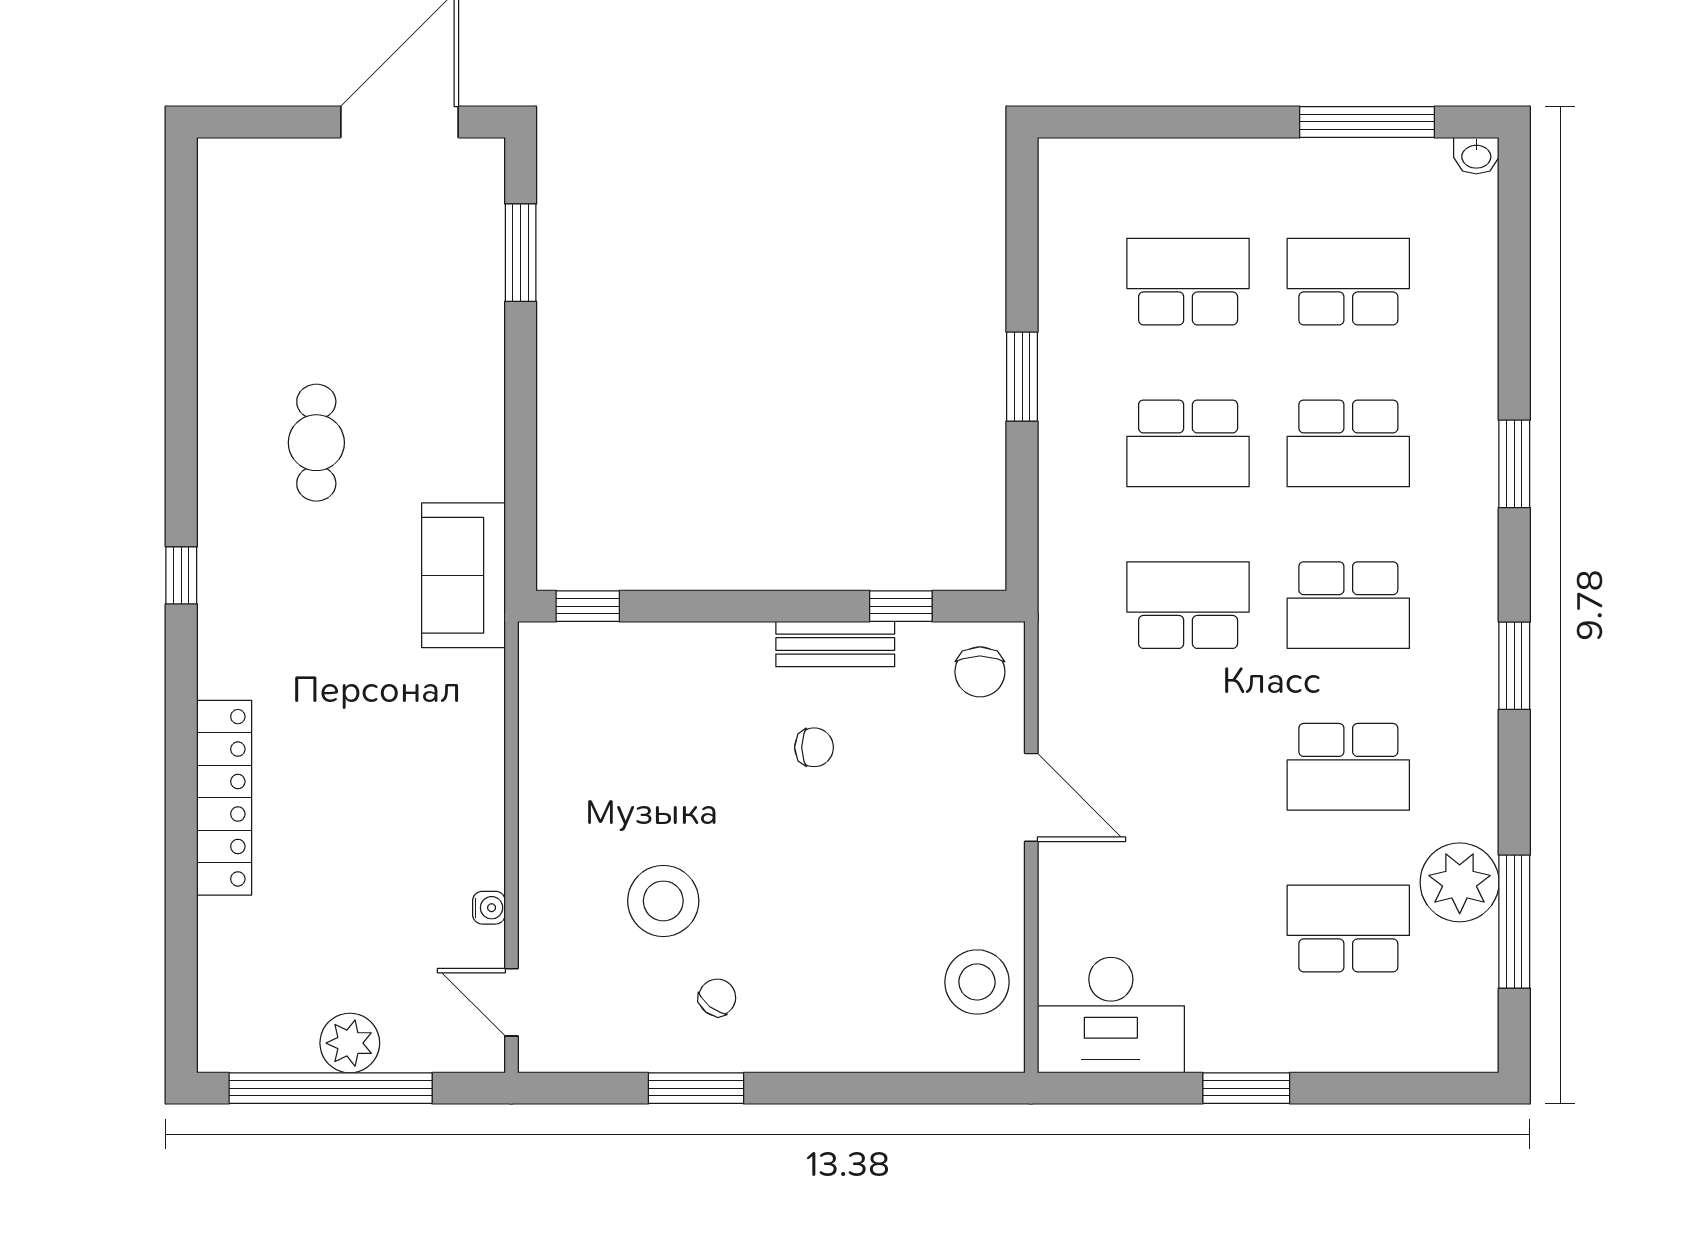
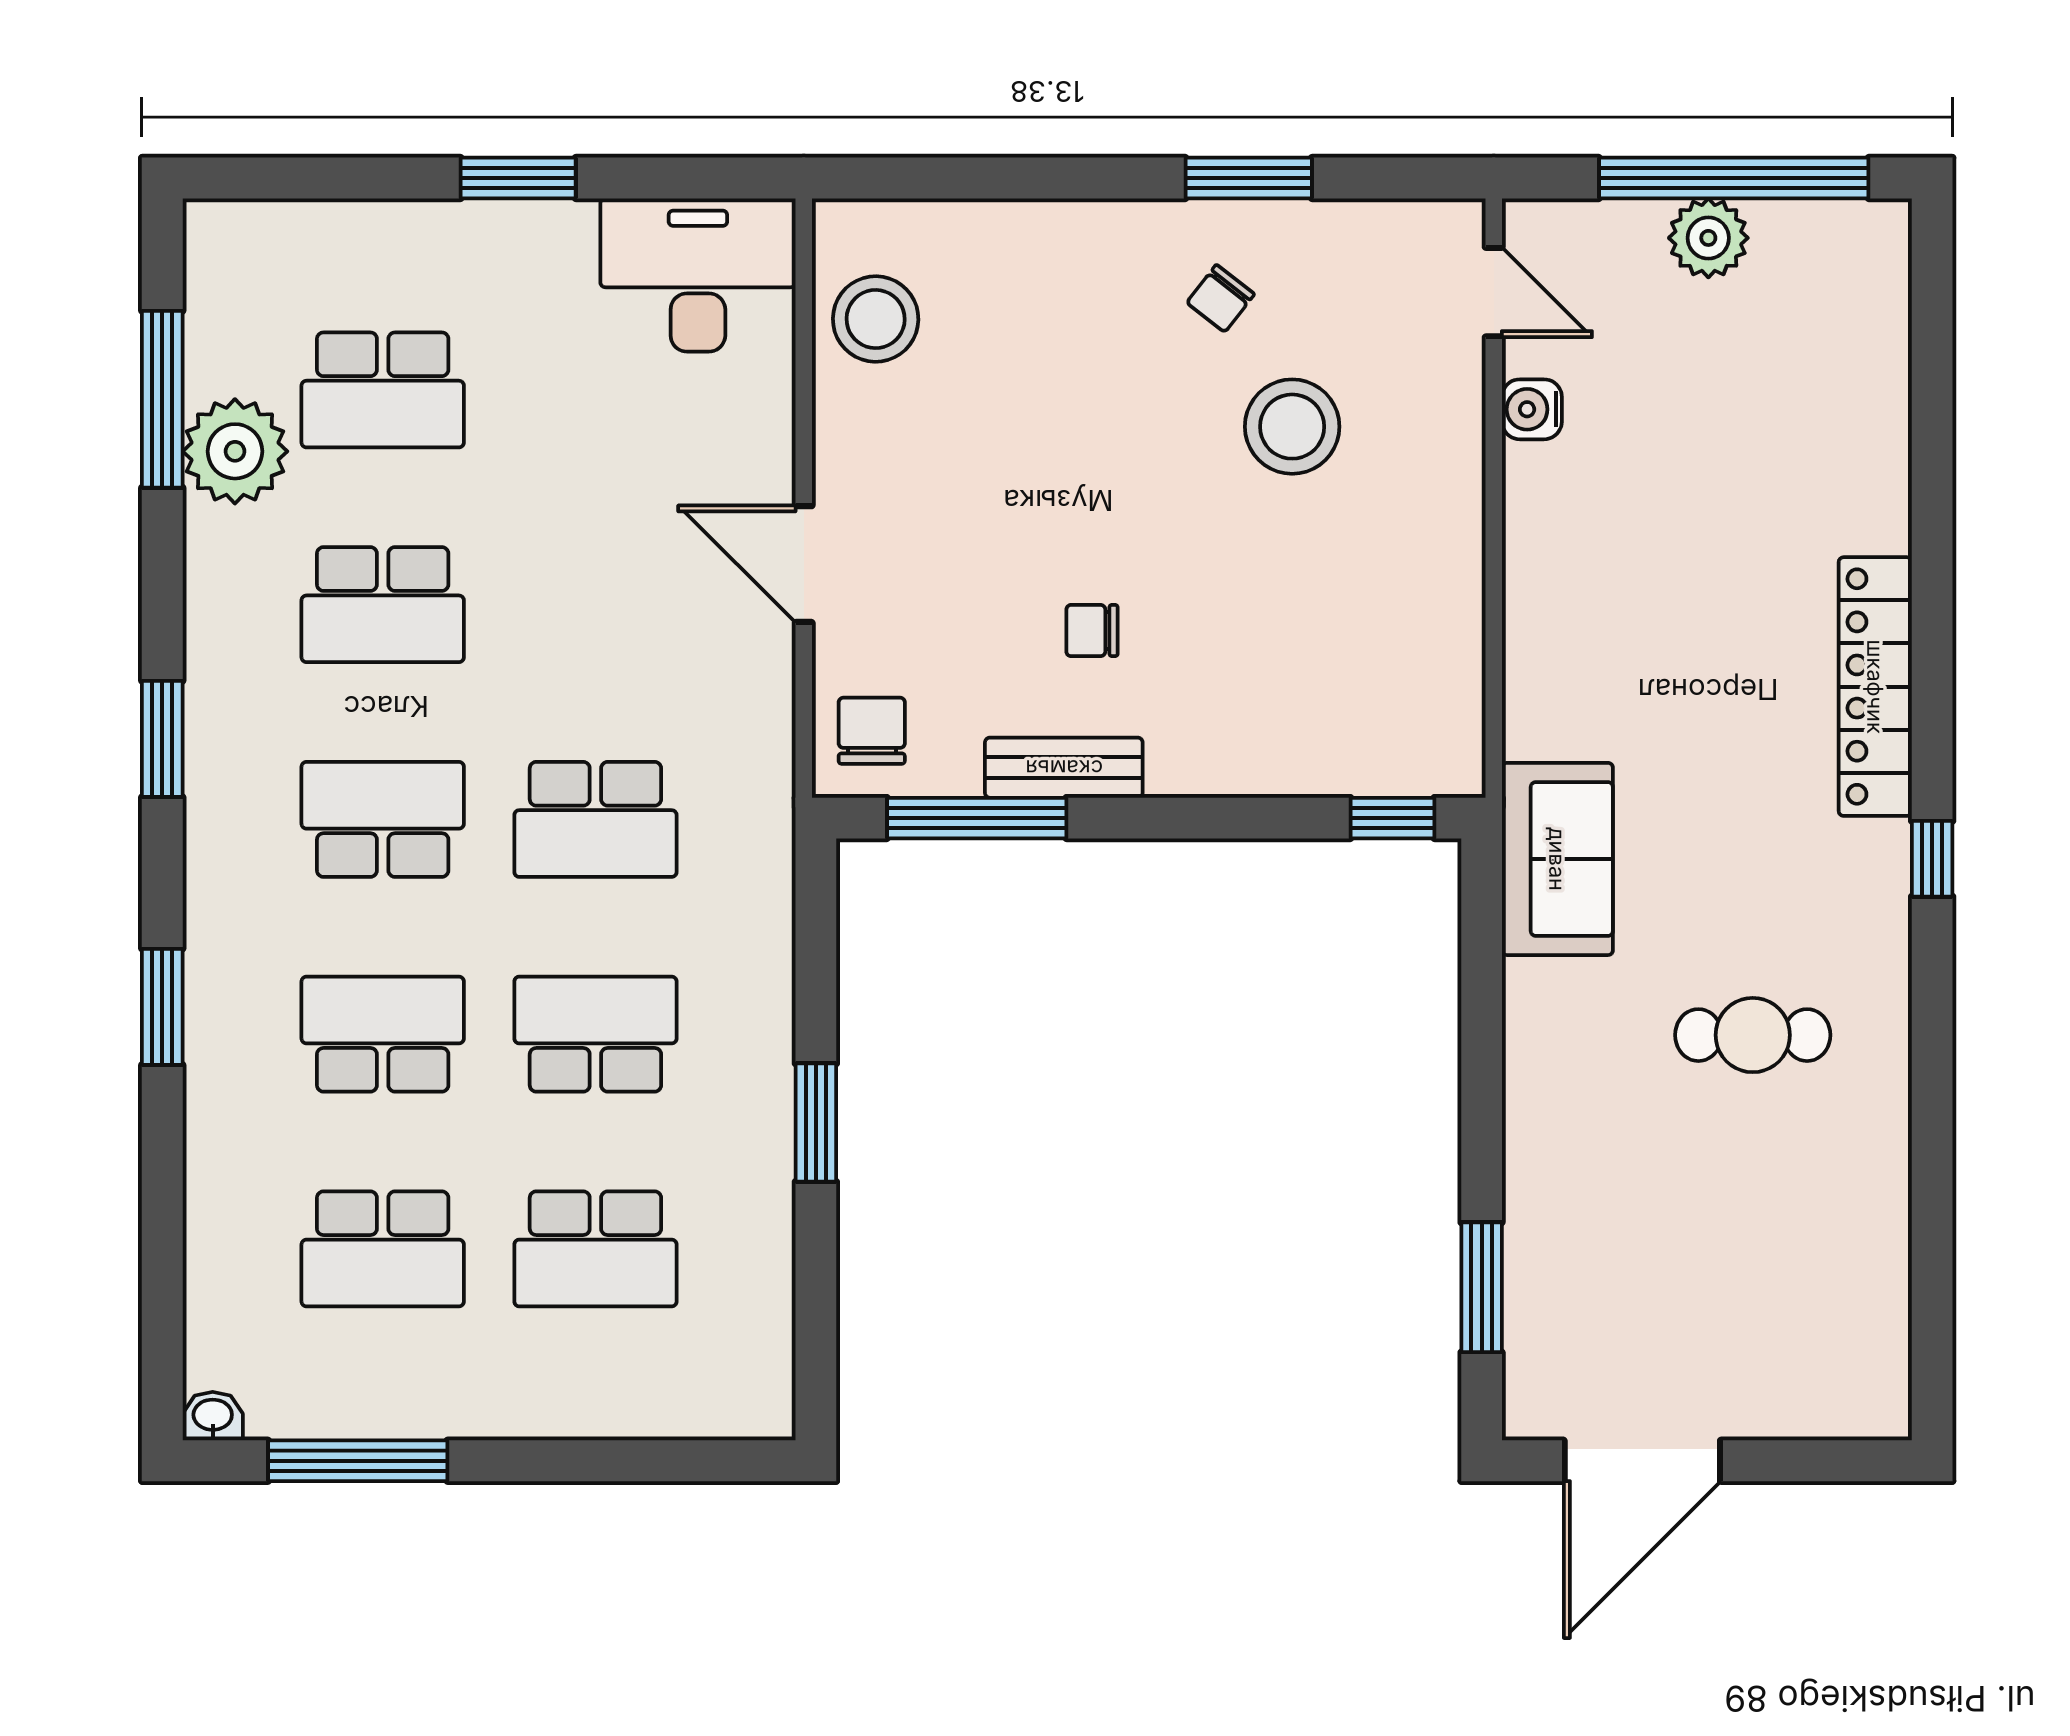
cafe table: (316, 443) -> (1753, 1035), turned 90
window: (901, 606) -> (977, 818), width x2.17
school desk: (1348, 767) -> (383, 605), turned 180
locker: (224, 798) -> (1875, 687), moved
water cooler: (489, 908) -> (1532, 409), width x1.38, depth x1.38

